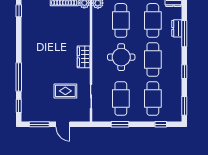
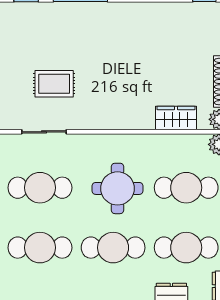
wardrobe: (84, 57) -> (176, 118), moved
rug: (65, 91) -> (54, 84), turned 90

